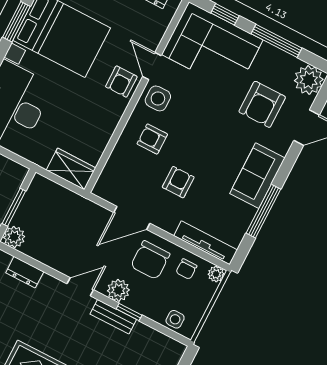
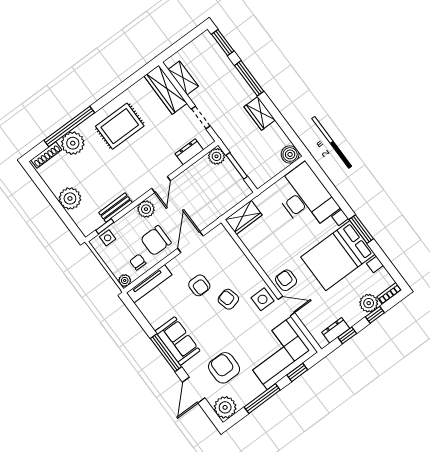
armchair: (152, 139) -> (228, 299), moved, turned -104
window: (263, 211) -> (166, 353), moved
chair: (150, 260) -> (156, 241), turned -90
window: (129, 312) -> (105, 226), moved
bench: (113, 317) -> (116, 208), moved

